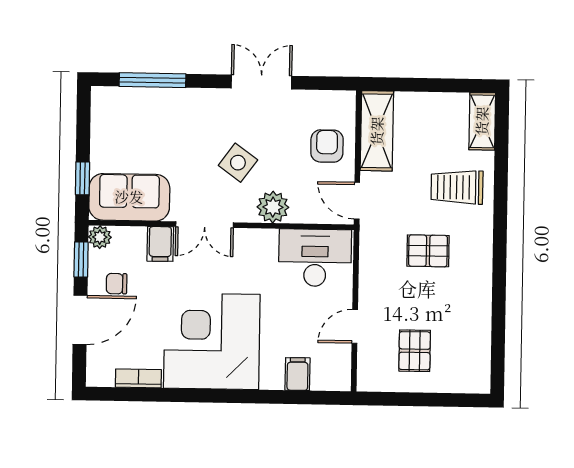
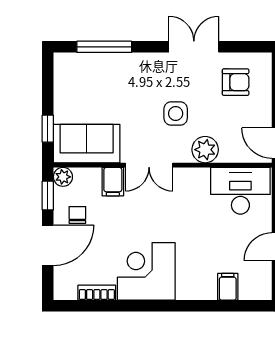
armchair: (327, 146) -> (236, 82), moved, turned 90
side table: (238, 163) -> (176, 113), turned -36
chair: (117, 284) -> (77, 215), turned 90
corner desk: (212, 341) -> (146, 271), width x0.74, depth x0.74

